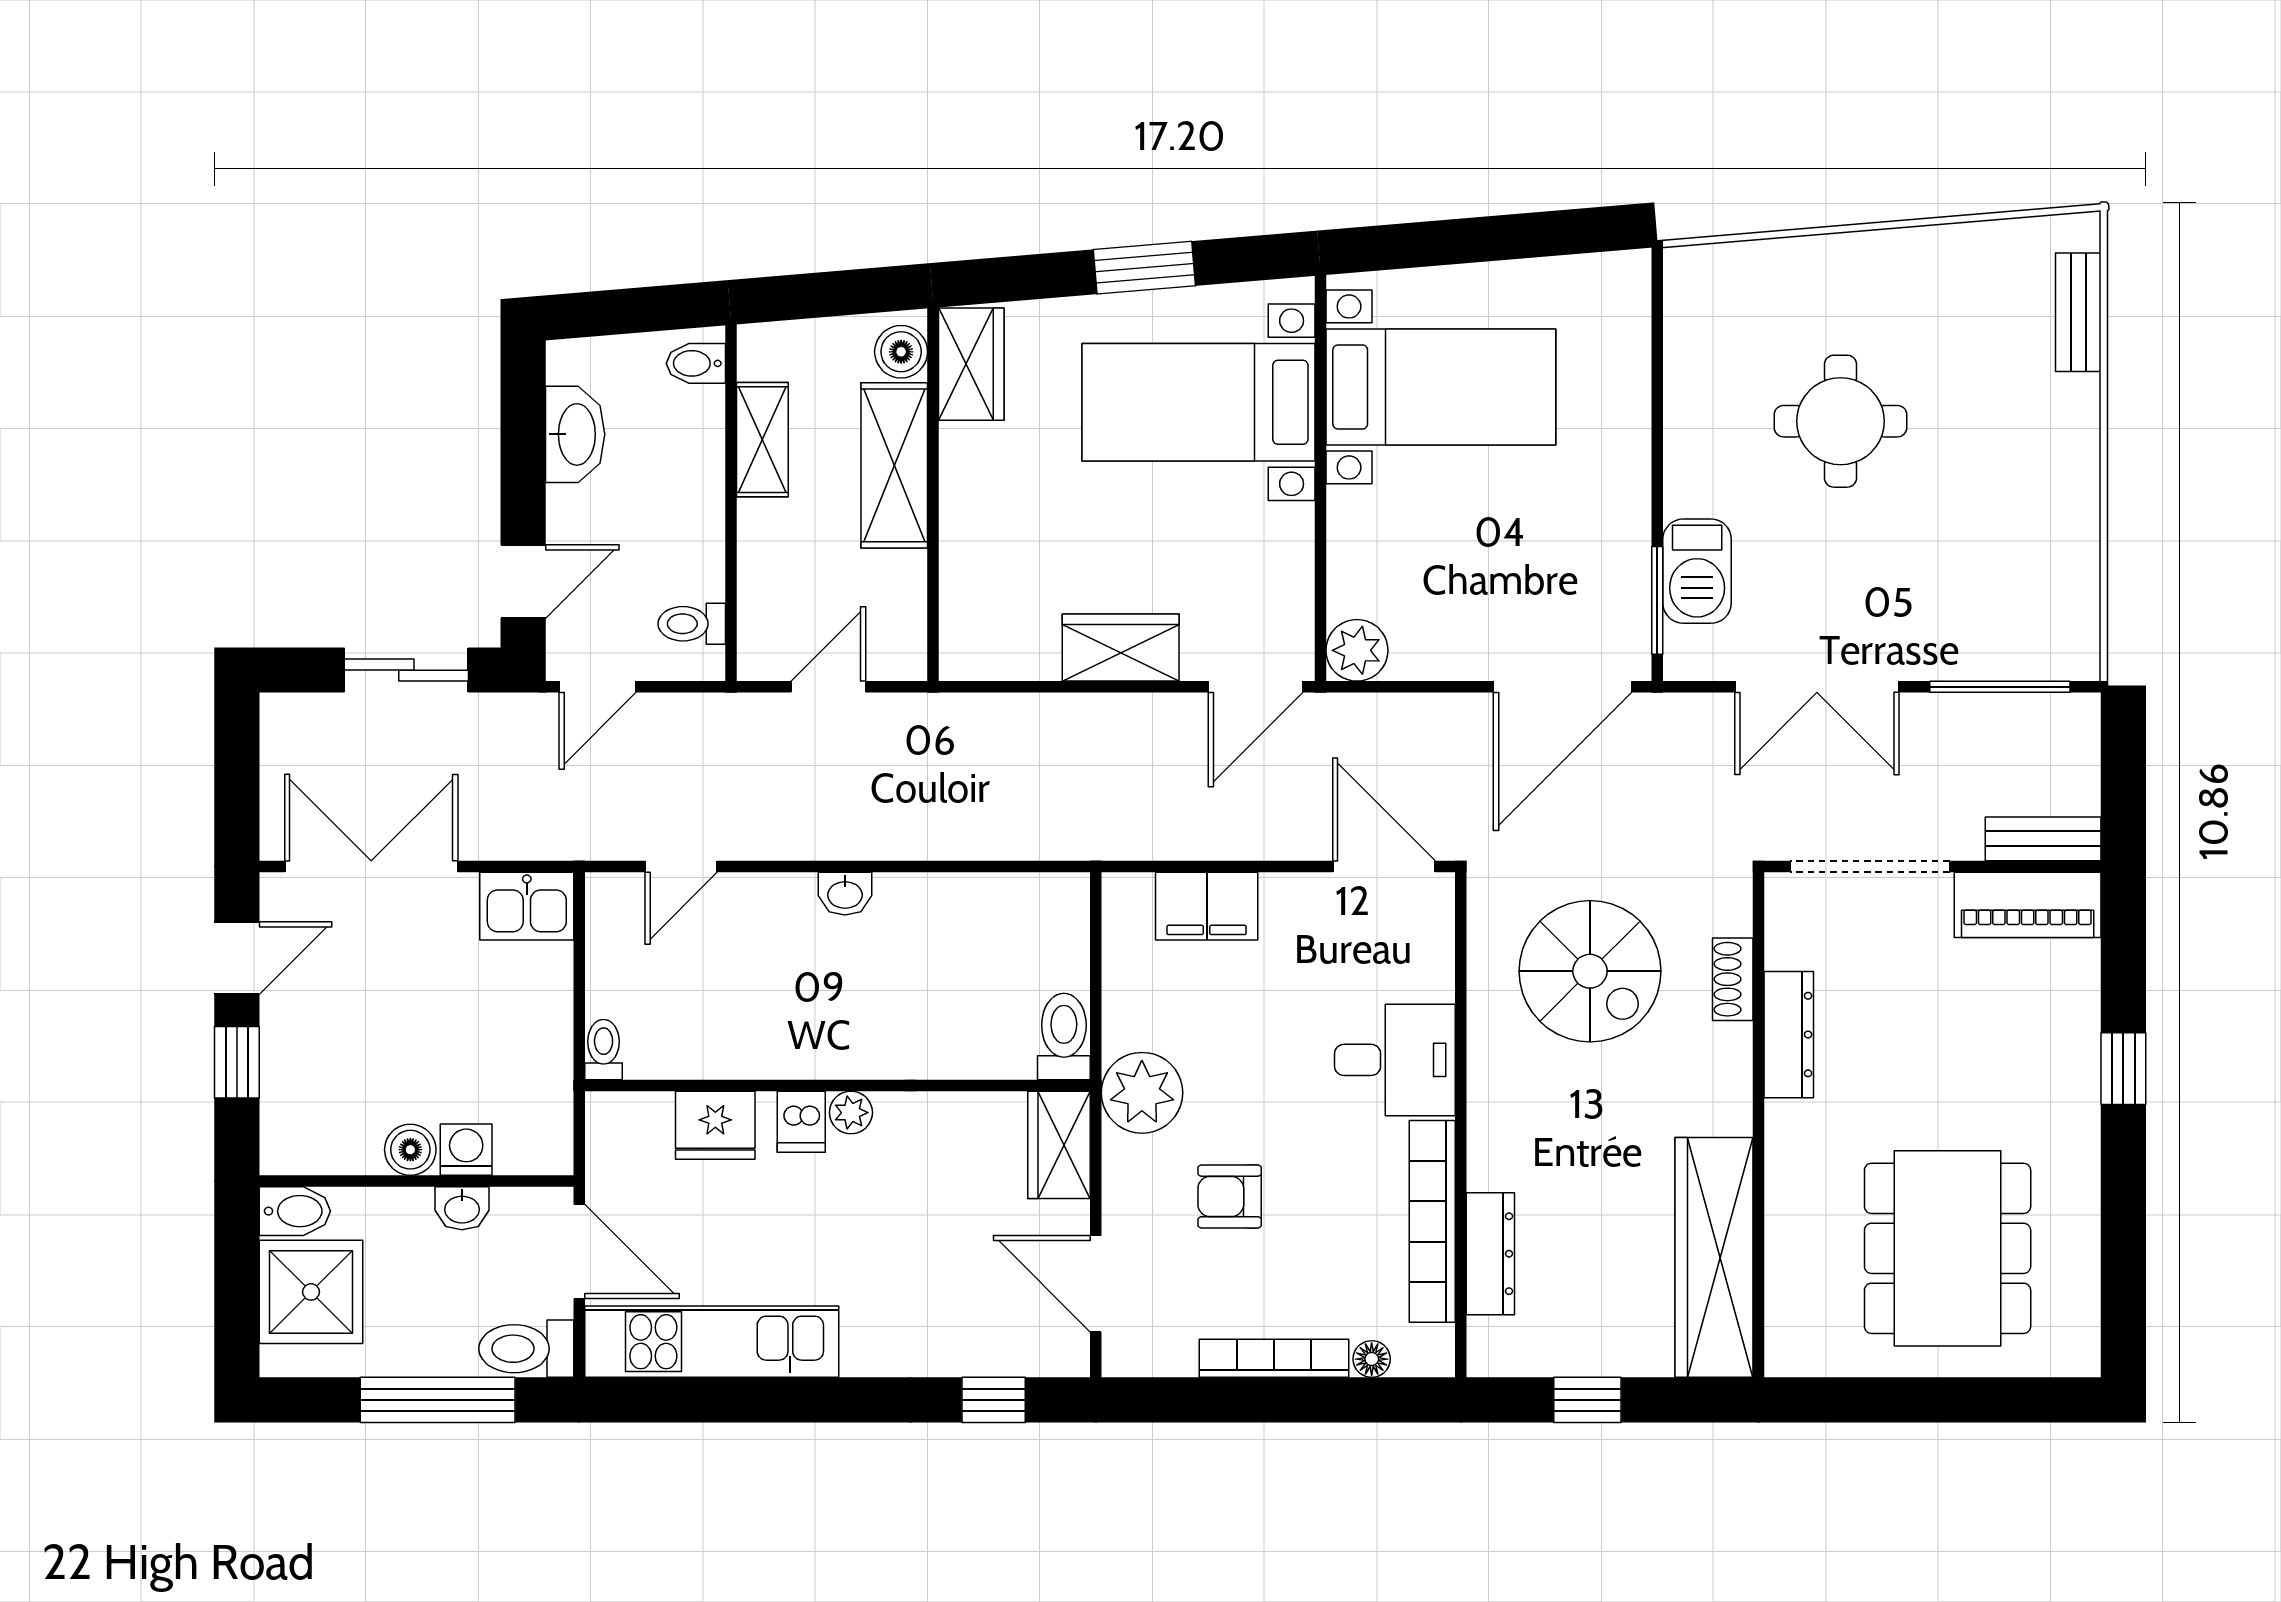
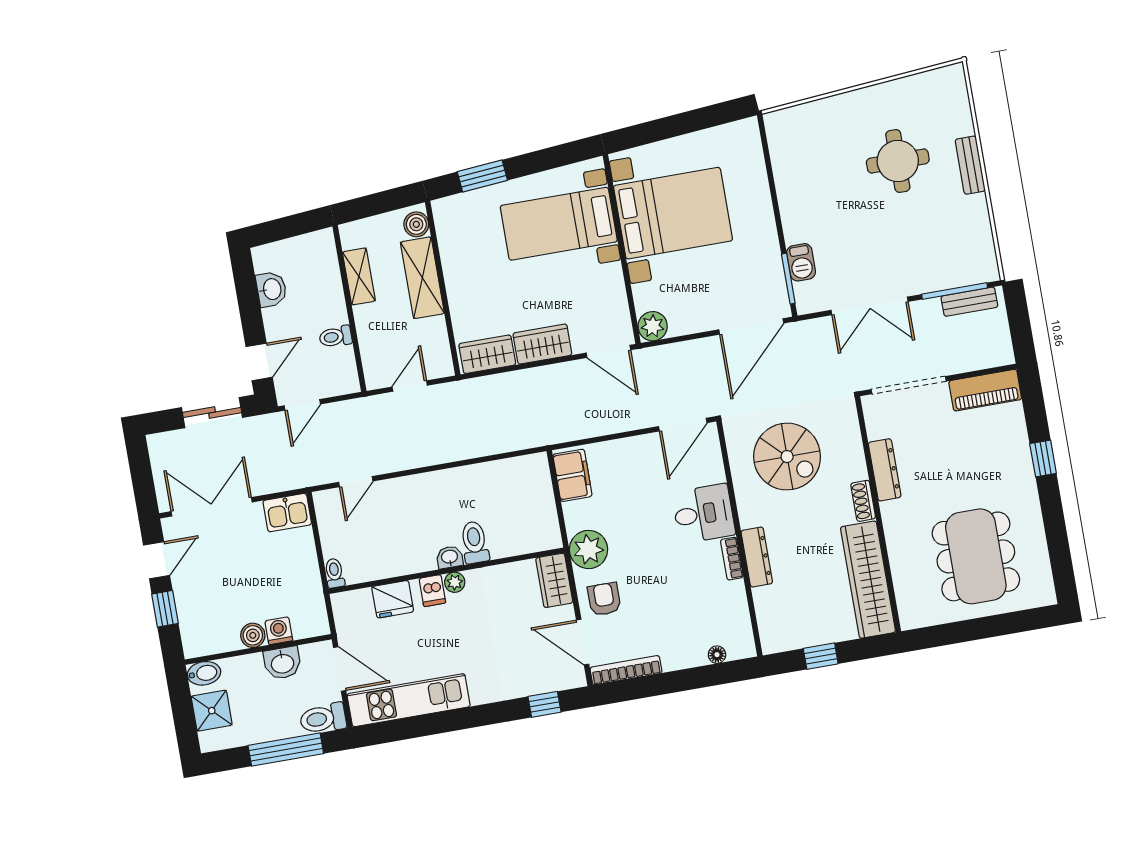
window: (1144, 268) -> (482, 176), moved
bench: (2078, 312) -> (970, 165), moved
bidet: (696, 363) -> (322, 246), removed
wardrobe: (971, 364) -> (487, 354), moved, turned -90
bed with nightstands: (1441, 387) -> (673, 213), width x1.36
round table: (1841, 421) -> (898, 161), moved
washbasin: (575, 434) -> (271, 289), width x0.72
barbecue: (1697, 571) -> (801, 262), width x0.73, depth x0.79
toilet: (692, 624) -> (336, 337), moved
door: (1256, 687) -> (608, 351), hinge flipped
bench: (2043, 839) -> (969, 302), moved
door: (1384, 867) -> (683, 425), swing flipped
washbasin: (845, 894) -> (450, 557), moved, turned 180
filing cabinet: (1207, 906) -> (572, 475), moved, turned -90
shoe rack: (1733, 979) -> (863, 501), moved
toilet: (1064, 1037) -> (475, 542), moved
armchair: (1230, 1196) -> (604, 599), moved, turned 90
washbasin: (462, 1208) -> (282, 663), width x1.38, depth x1.45
bookcase: (1432, 1221) -> (732, 559), width x0.43, depth x0.76
dresser: (1490, 1254) -> (757, 557), moved
shower: (311, 1292) -> (212, 711), width x0.73, depth x0.73
bookcase: (1274, 1358) -> (626, 670), moved

